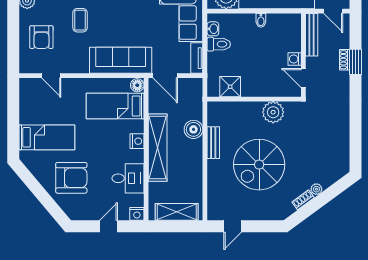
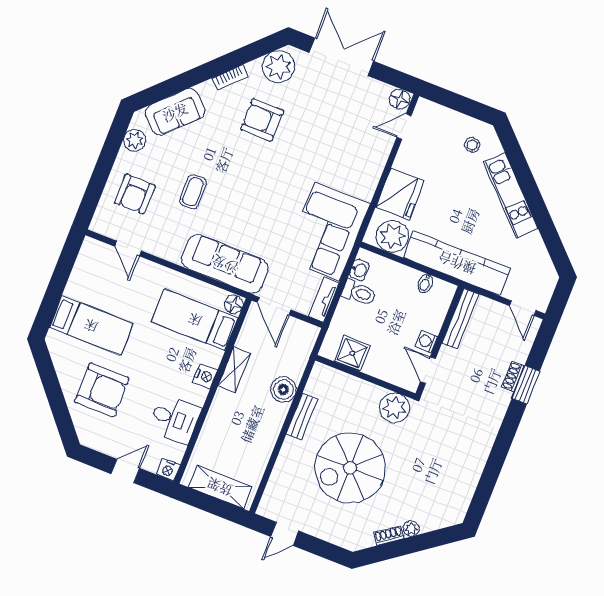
bench: (312, 35) -> (460, 319), moved
wall: (303, 55) -> (440, 341), moved
washing machine: (295, 59) -> (426, 341), moved
door: (303, 78) -> (428, 370), moved
shelving: (158, 148) -> (234, 370), width x0.45, depth x0.75

